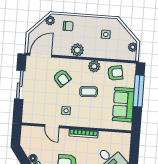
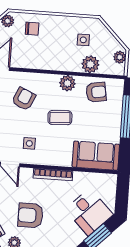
plant: (77, 50) -> (90, 64), moved
armchair: (62, 78) -> (24, 99), turned -114
sofa: (123, 105) -> (96, 156), moved, turned 90

